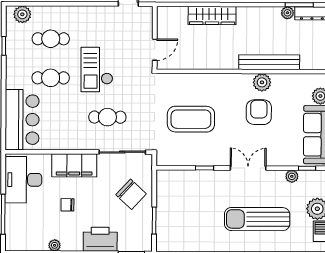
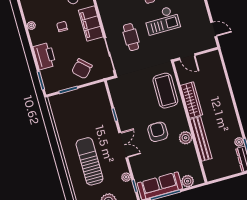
wardrobe: (212, 16) -> (191, 100), moved, turned 180
checkout: (97, 70) -> (162, 20), turned 180
armchair: (259, 112) -> (158, 132), moved, turned -90
coffee table: (191, 119) -> (165, 91), moved

